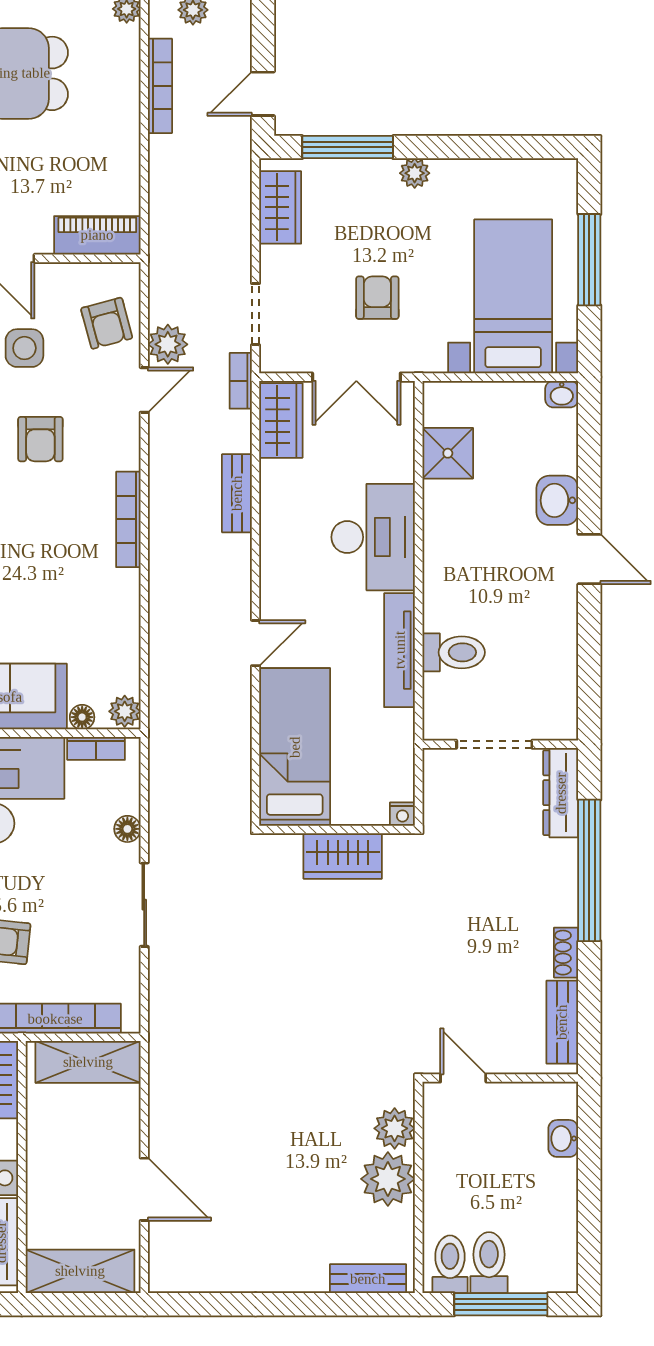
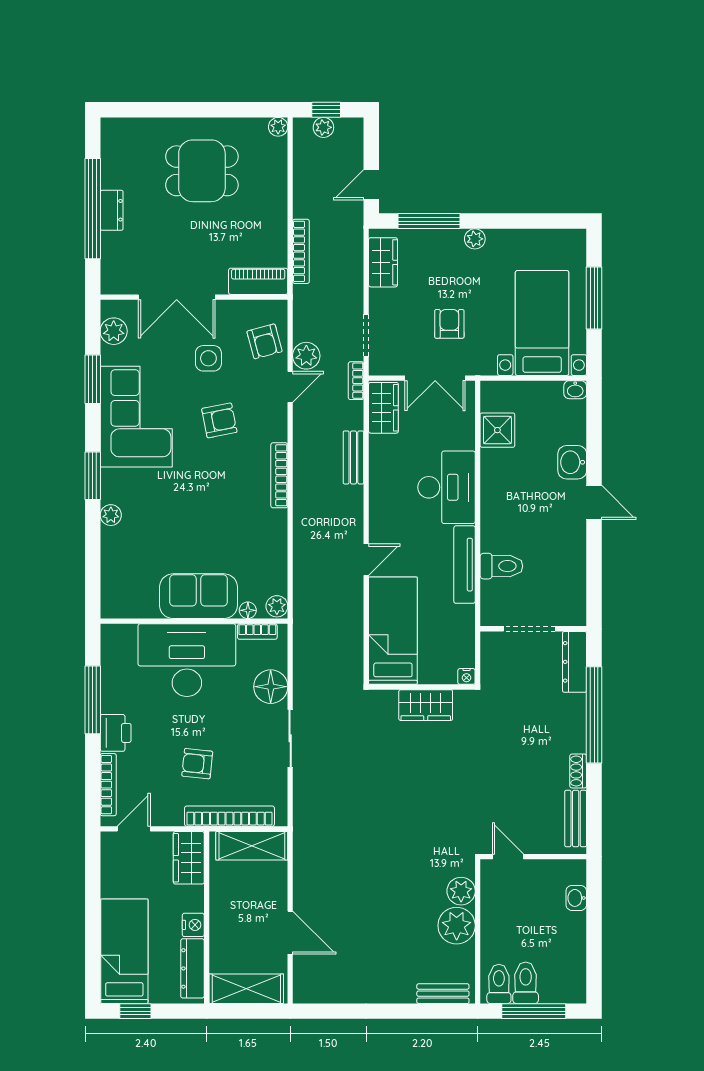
bookcase: (160, 86) -> (301, 251), moved
armchair: (40, 439) -> (219, 420), turned -101
floor lamp: (127, 829) -> (271, 687), width x1.89, depth x1.89

